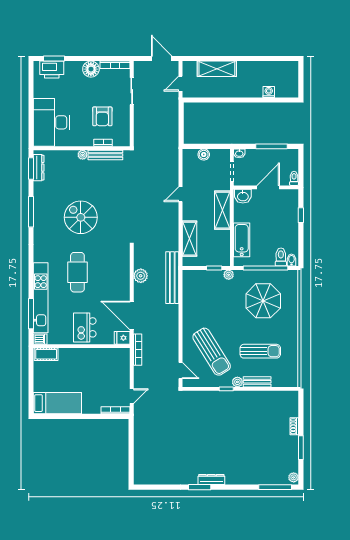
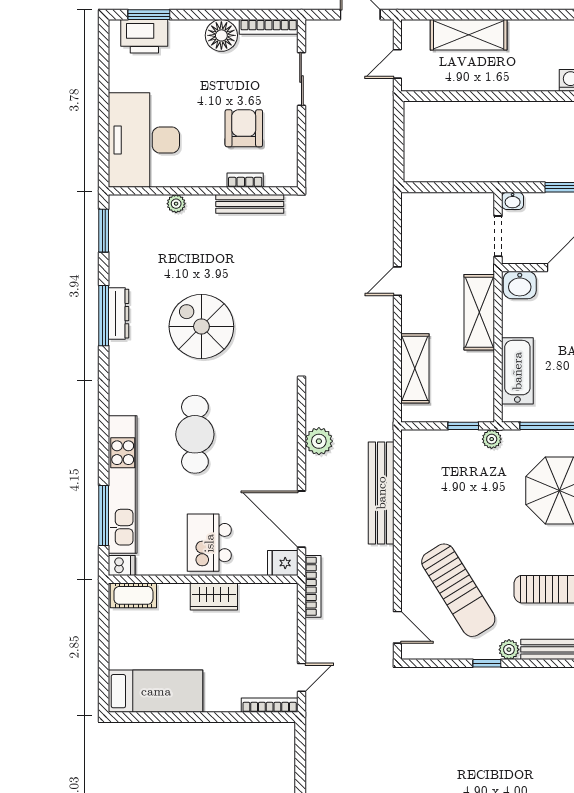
armchair: (102, 116) -> (244, 128), turned 180
plant: (83, 155) -> (176, 204), moved
boiler: (204, 155) -> (443, 203), removed
dresser: (39, 168) -> (119, 314), moved
bench: (172, 278) -> (381, 493), moved
wardrobe: (87, 355) -> (214, 597), added

